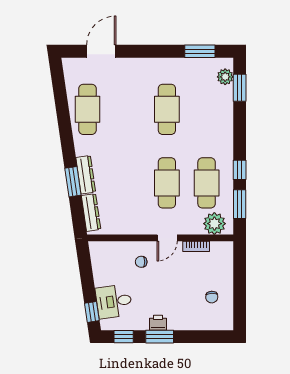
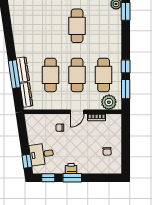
cafe table: (87, 109) -> (51, 75), moved
window: (73, 182) -> (14, 74), width x1.44

